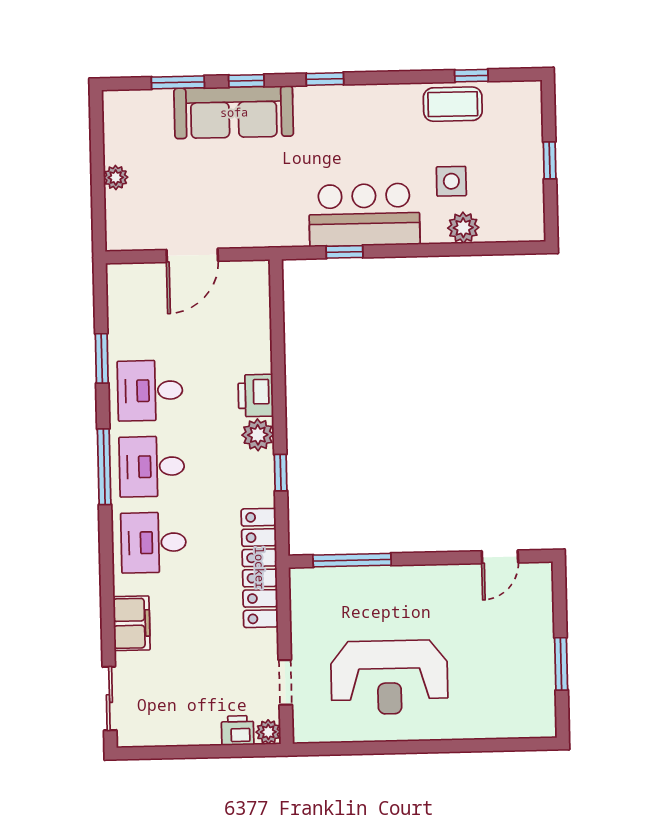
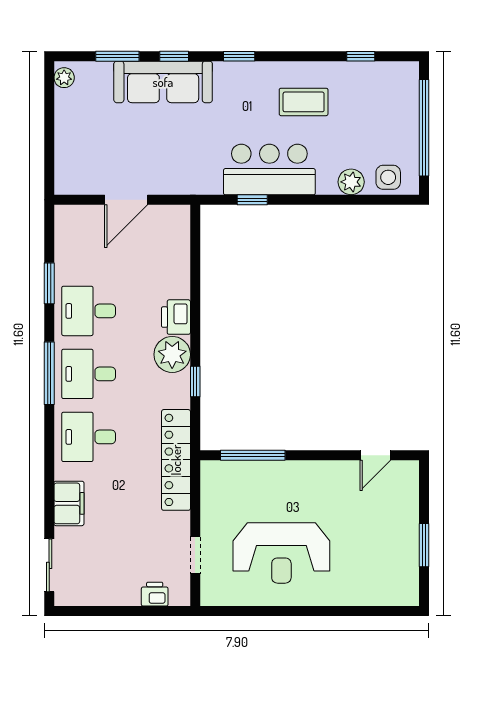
coffee table: (453, 104) -> (304, 102), moved
window: (550, 160) -> (424, 128), width x3.17
plant: (116, 177) -> (64, 78), moved
side table: (451, 181) -> (388, 177), moved
plant: (258, 435) -> (172, 354), width x1.36, depth x1.36
plant: (268, 732) -> (180, 596), removed

